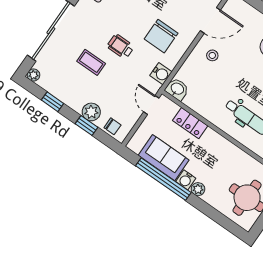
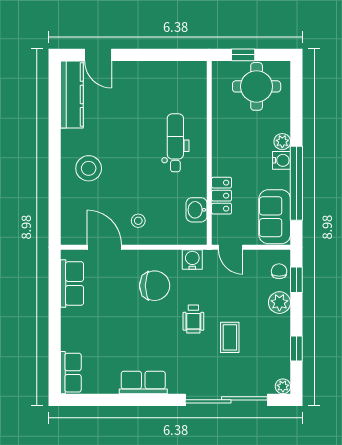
washbasin: (177, 89) -> (197, 210), moved
door: (151, 105) -> (231, 247), hinge flipped
window: (87, 126) -> (296, 280), moved
sofa: (164, 158) -> (275, 217), moved

